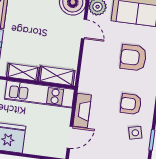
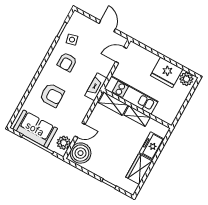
door: (84, 29) -> (80, 130), swing flipped
armchair: (131, 104) -> (67, 62), turned 90
fireplace: (82, 110) -> (96, 87), moved

